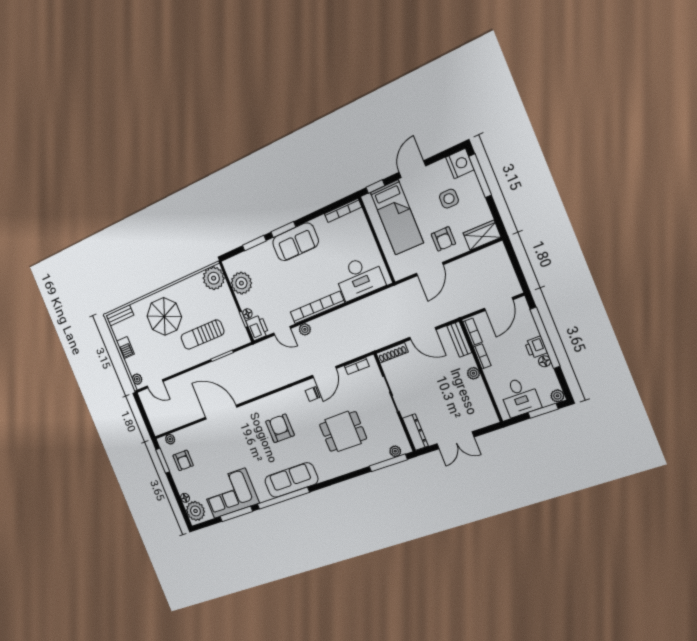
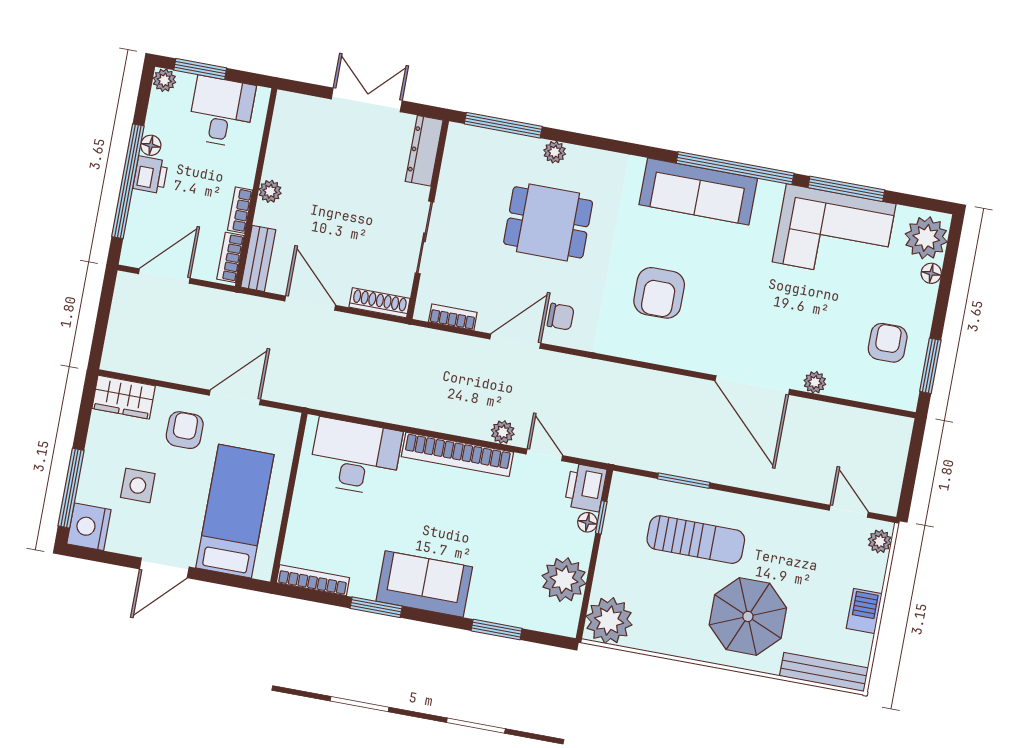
window: (375, 187) -> (238, 582), removed
window: (283, 230) -> (376, 607), moved
bench: (120, 315) -> (824, 672), width x1.36
plant: (170, 439) -> (815, 382), moved
plant: (395, 451) -> (555, 152), moved

